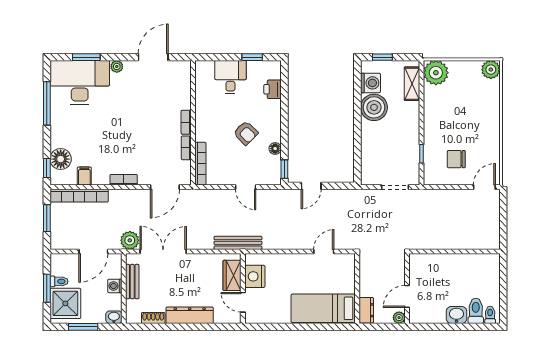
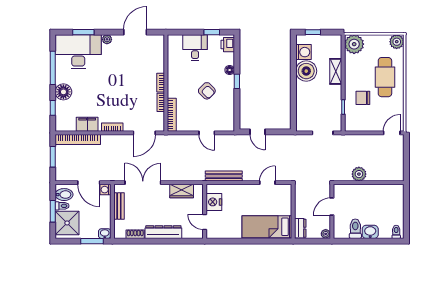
shelving: (412, 84) -> (336, 71), moved
printer: (273, 89) -> (228, 45), moved
cafe table: (476, 115) -> (385, 77), added
floor lamp: (275, 149) -> (230, 70), moved
floor lamp: (61, 159) -> (63, 92), moved
chair: (456, 159) -> (363, 98), moved
window: (47, 168) -> (53, 108), moved
window: (284, 169) -> (237, 81), moved
filing cabinet: (84, 176) -> (87, 124), width x2.00
door: (311, 186) -> (258, 132), hinge flipped
plant: (130, 240) -> (359, 174), moved
bench: (238, 243) -> (224, 176), moved
door: (93, 252) -> (89, 183), hinge flipped
bidet: (61, 267) -> (64, 195), added
wardrobe: (232, 275) -> (182, 191), moved, turned -90
washing machine: (115, 286) -> (105, 190), moved
door: (407, 296) -> (332, 207), moved
toilet: (476, 311) -> (355, 229), moved
window: (83, 327) -> (92, 241), moved

